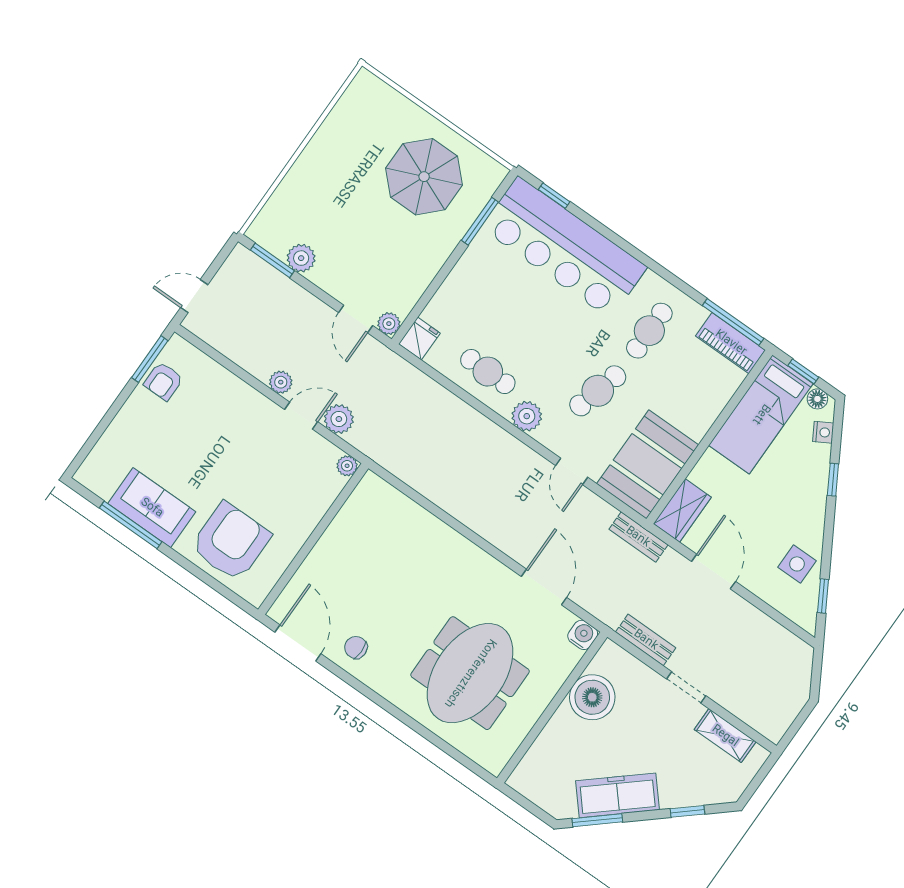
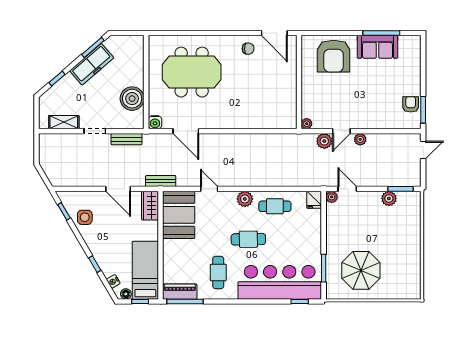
cafe table: (598, 391) -> (248, 239), moved, turned 74
meeting table: (470, 673) -> (192, 72), turned 90

